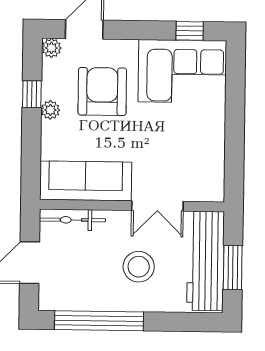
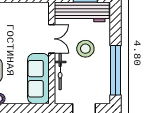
bicycle: (72, 220) -> (60, 72), moved

